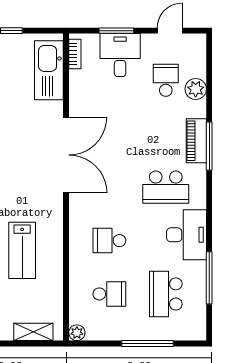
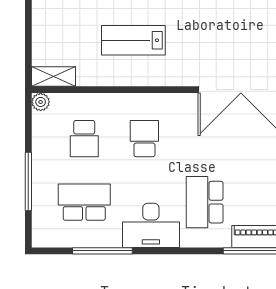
shelving: (33, 332) -> (54, 77), moved, turned 90

